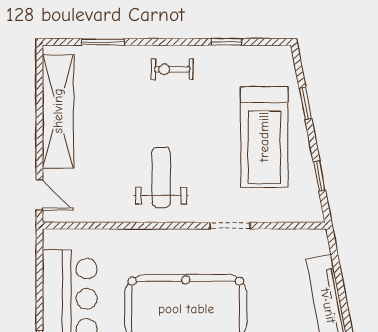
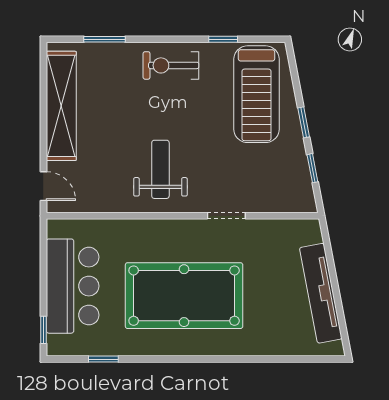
exercise bike: (172, 69) -> (171, 65), width x1.38, depth x1.39
window: (305, 103) -> (304, 122), moved
treadmill: (264, 137) -> (256, 94), moved

